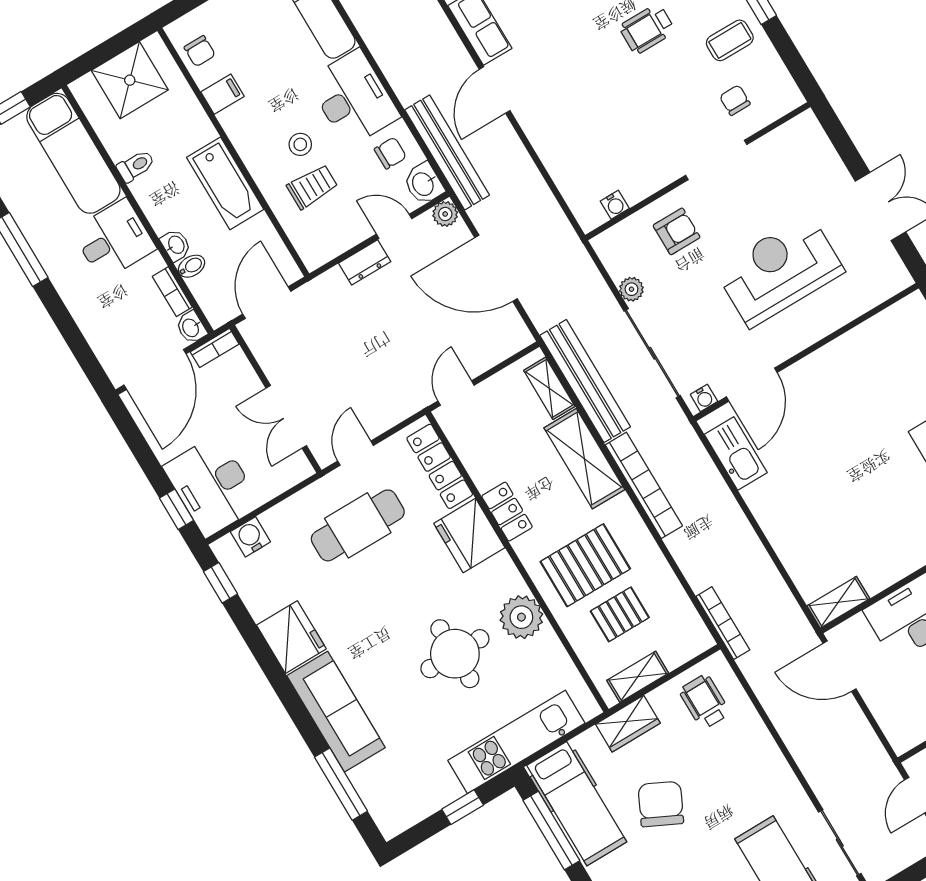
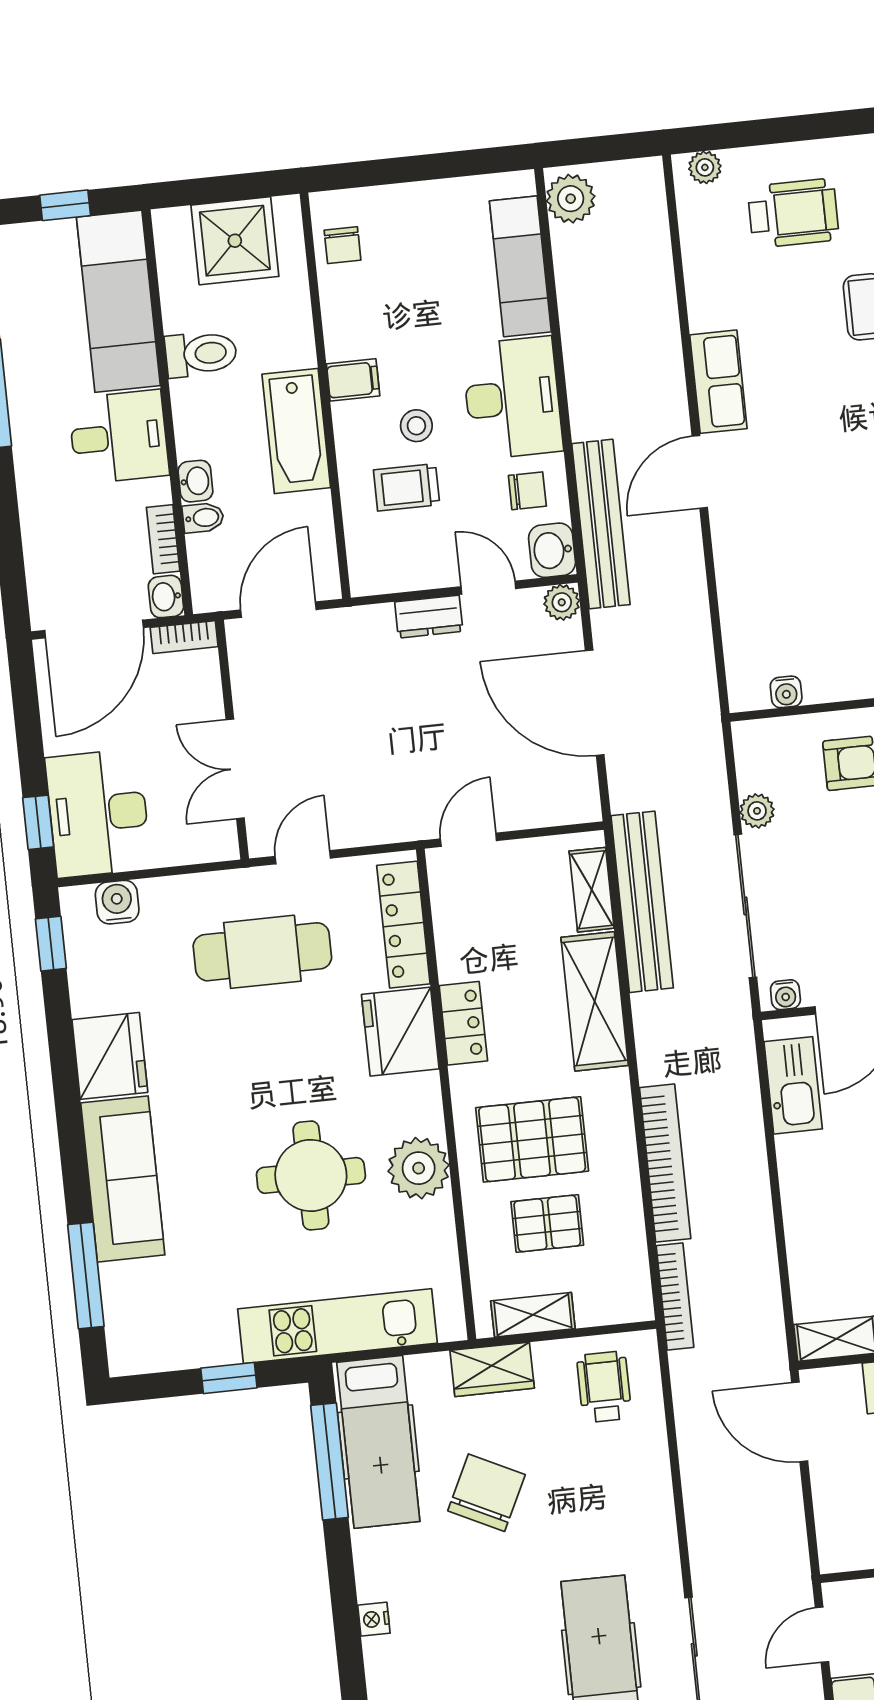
filing cabinet: (223, 94) -> (353, 380), moved
toilet: (136, 166) -> (201, 354), width x1.37, depth x1.39
trolley: (312, 187) -> (407, 487), turned 180
bookcase: (644, 485) -> (665, 1163), moved

